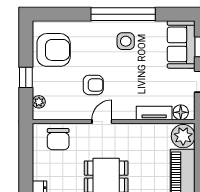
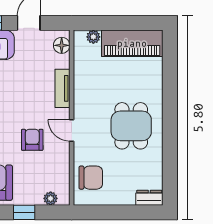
tv unit: (154, 113) -> (63, 88), moved
plant: (183, 136) -> (93, 37), width x0.53, depth x0.53

